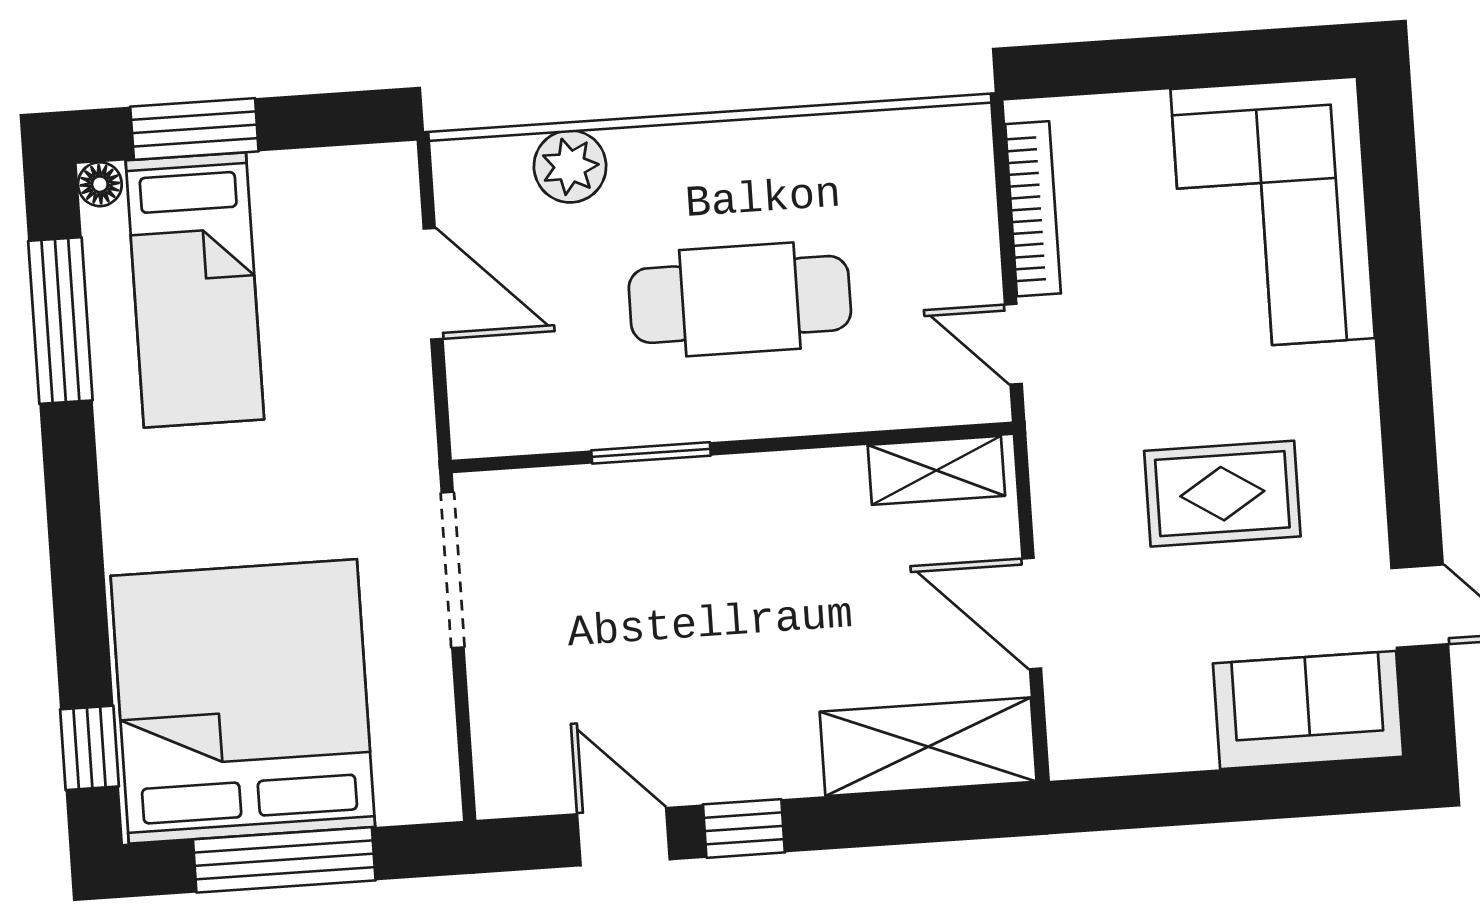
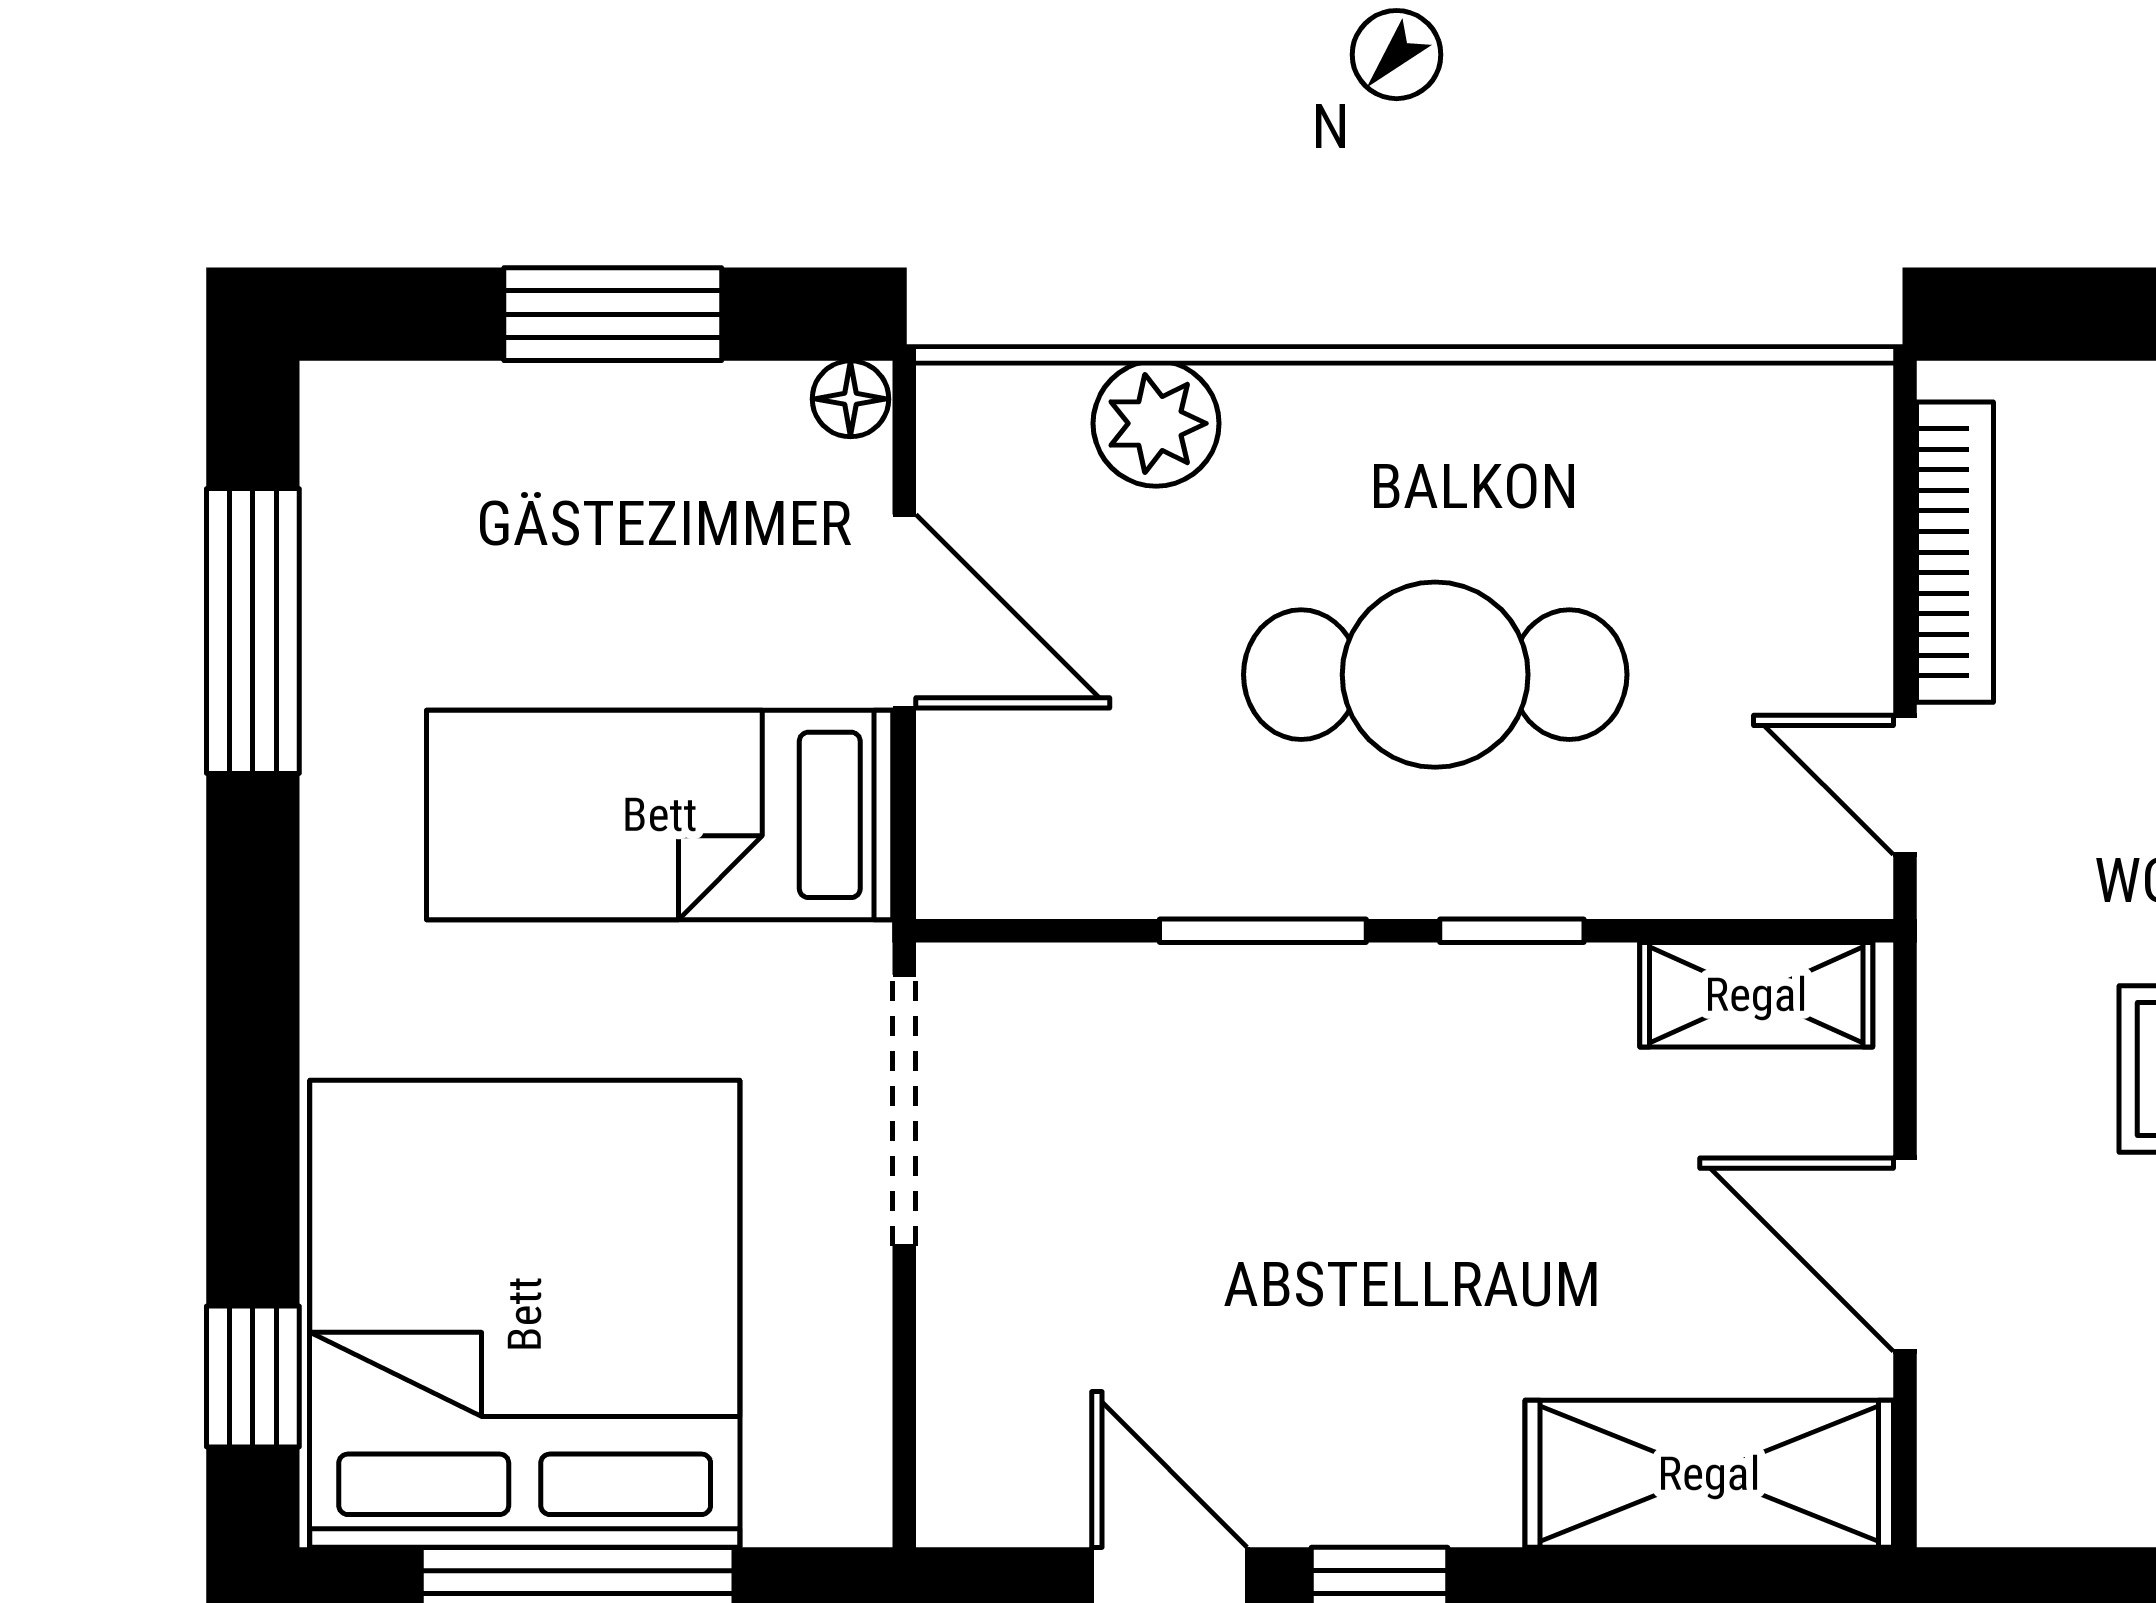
window: (194, 129) -> (613, 314), moved
floor lamp: (100, 184) -> (850, 399), moved
bed: (195, 290) -> (660, 815), moved, turned 90
window: (794, 443) -> (1512, 931), added

